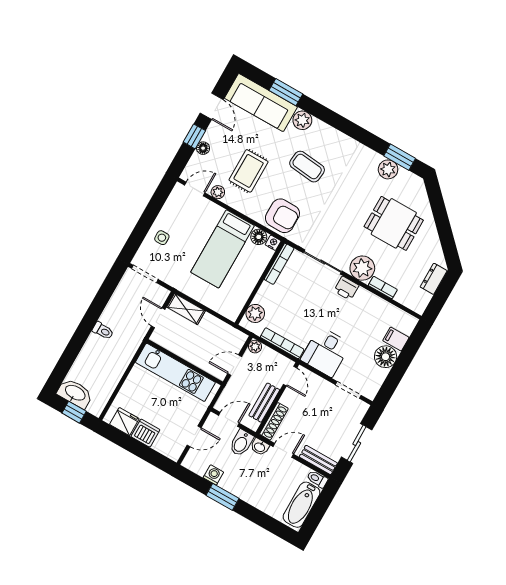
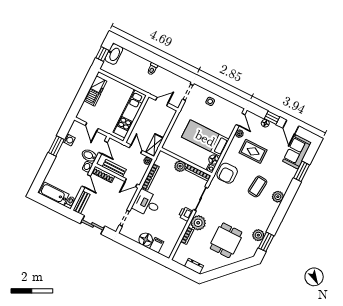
sofa: (261, 103) -> (297, 152), width x0.73
door: (212, 106) -> (291, 127), hinge flipped
plant: (302, 120) -> (278, 197), moved
shelving: (186, 309) -> (154, 145), moved
plant: (255, 313) -> (180, 166), moved

